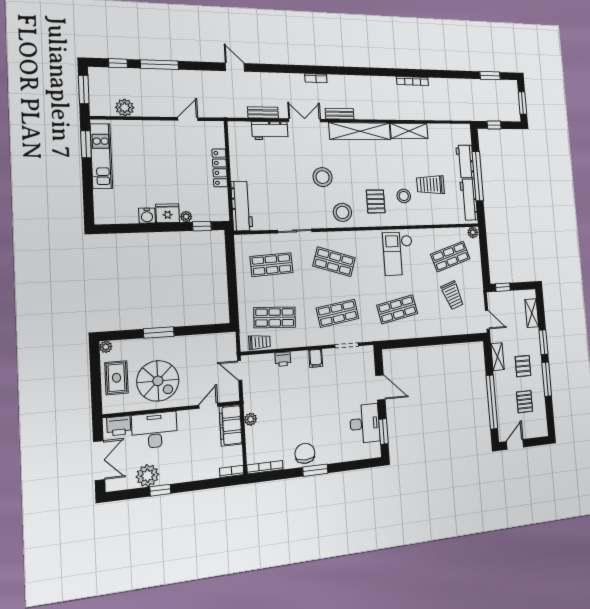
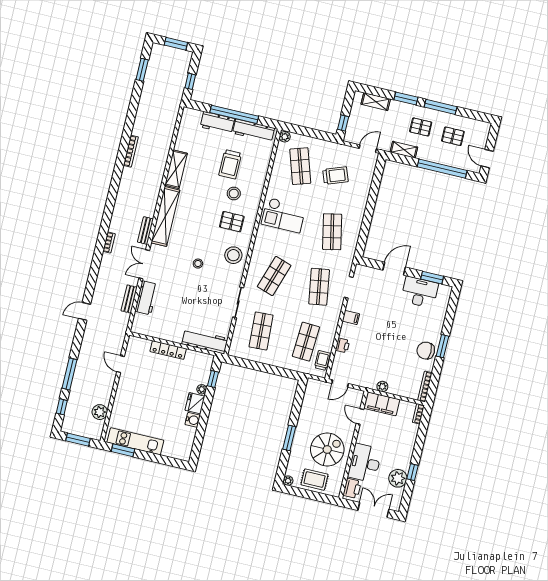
stool: (323, 177) -> (198, 264), width x0.53, depth x0.53

